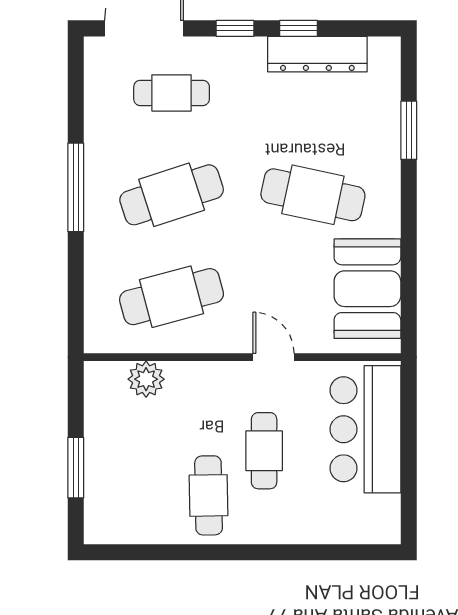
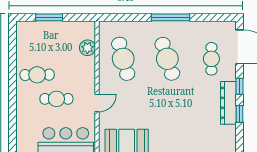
dresser: (317, 54) -> (228, 103), moved
cafe table: (313, 195) -> (167, 120), removed

